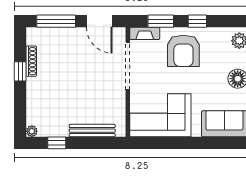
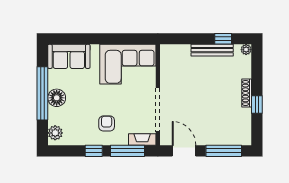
window: (161, 21) -> (128, 151), width x1.44
armchair: (183, 51) -> (107, 123), width x0.53, depth x0.53
shoe rack: (31, 61) -> (247, 93), moved
bench: (92, 131) -> (212, 50), moved

